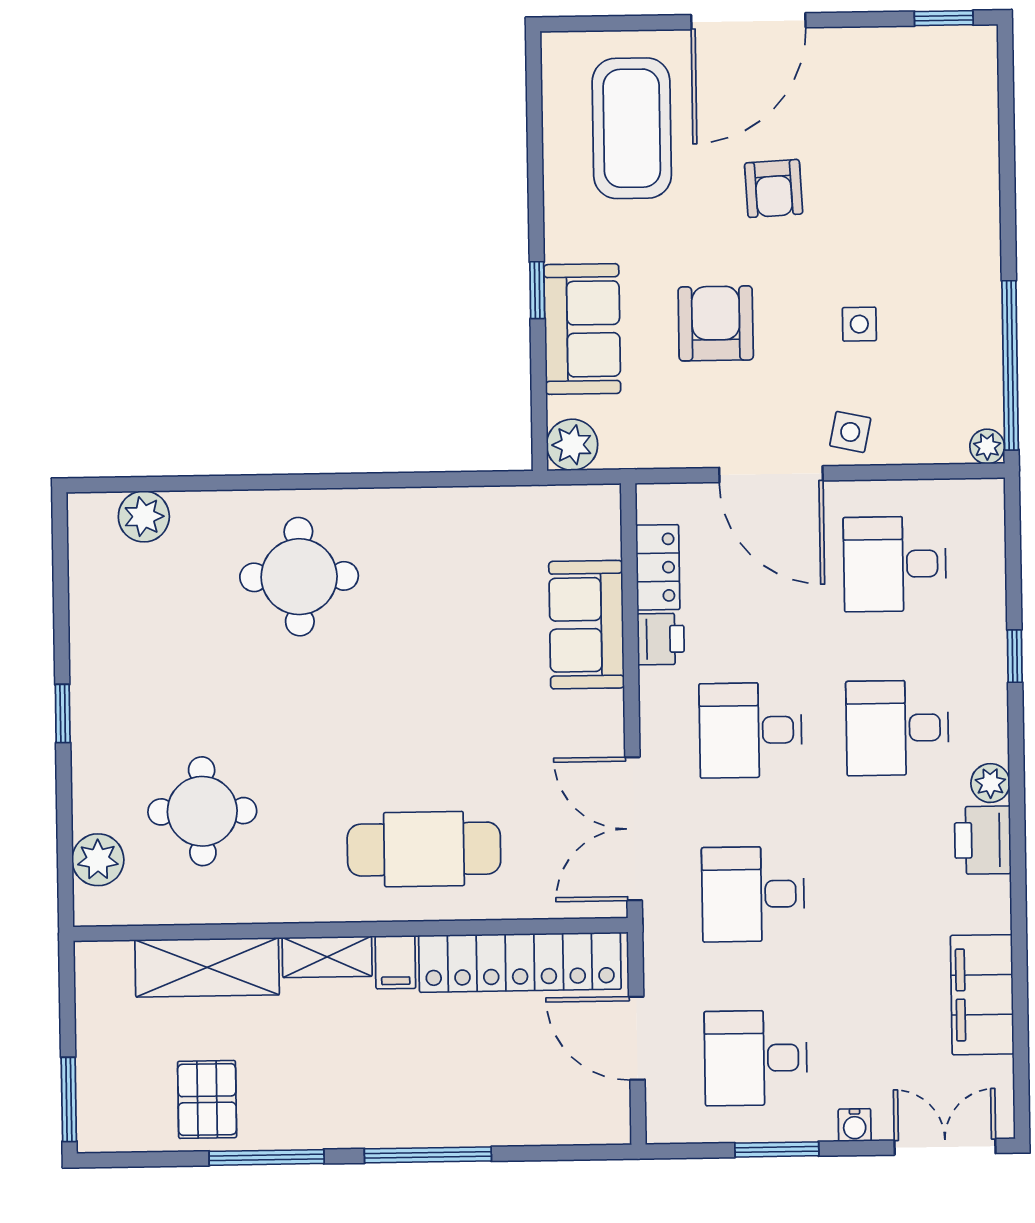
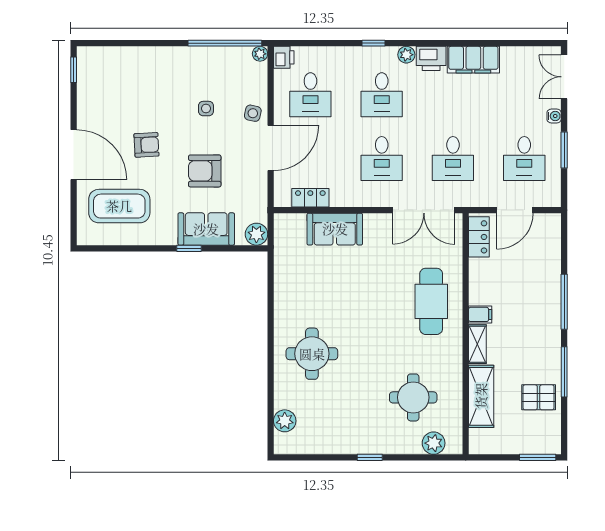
printer: (661, 639) -> (284, 57), moved, turned 90
window: (1015, 656) -> (373, 43), moved
locker: (520, 962) -> (479, 237), width x0.46, depth x0.83
filing cabinet: (982, 995) -> (473, 60), moved

